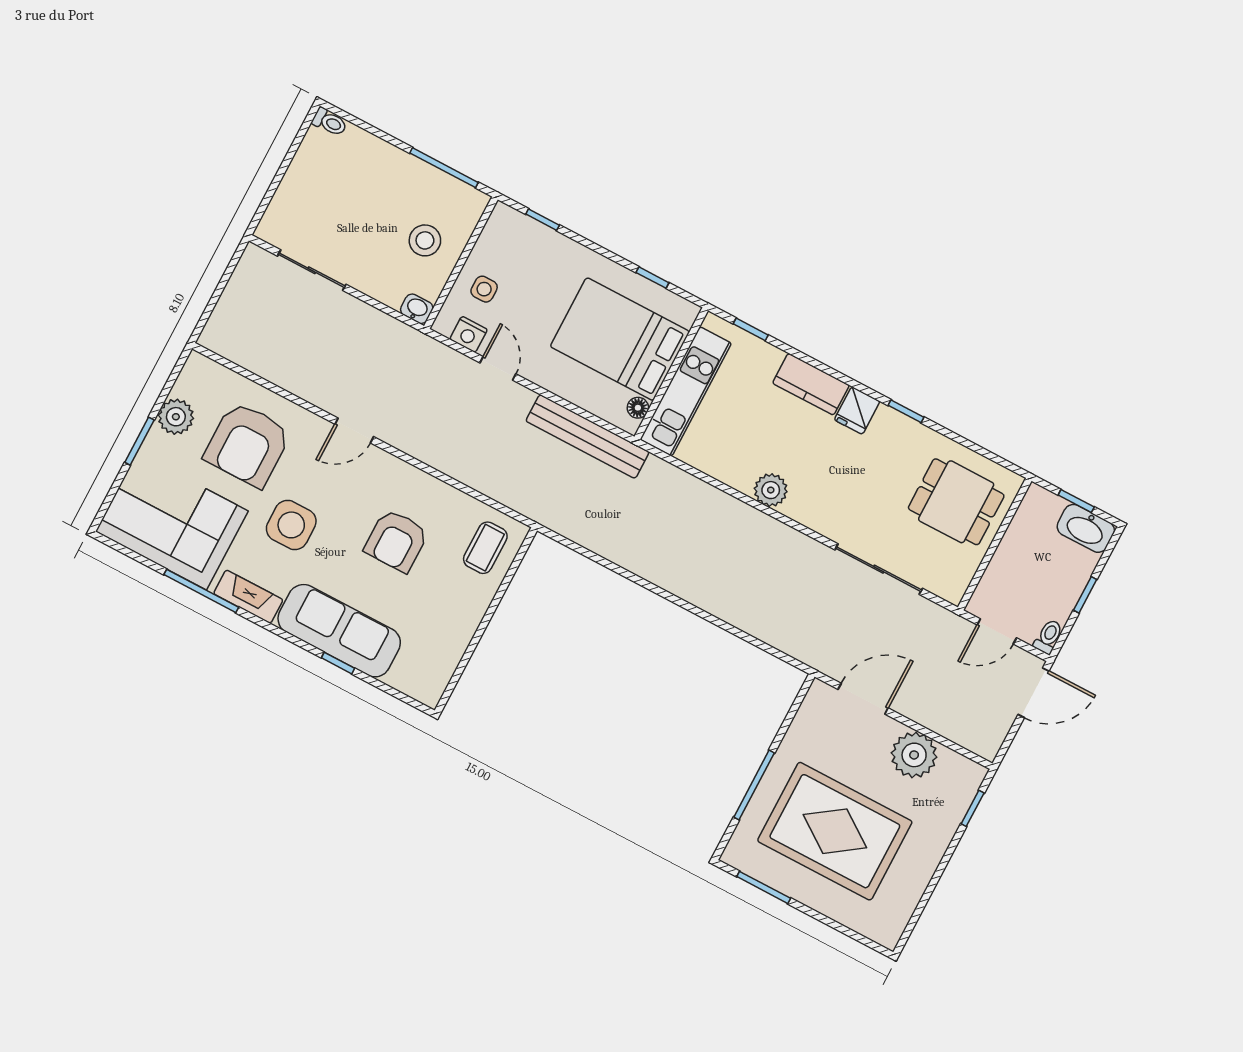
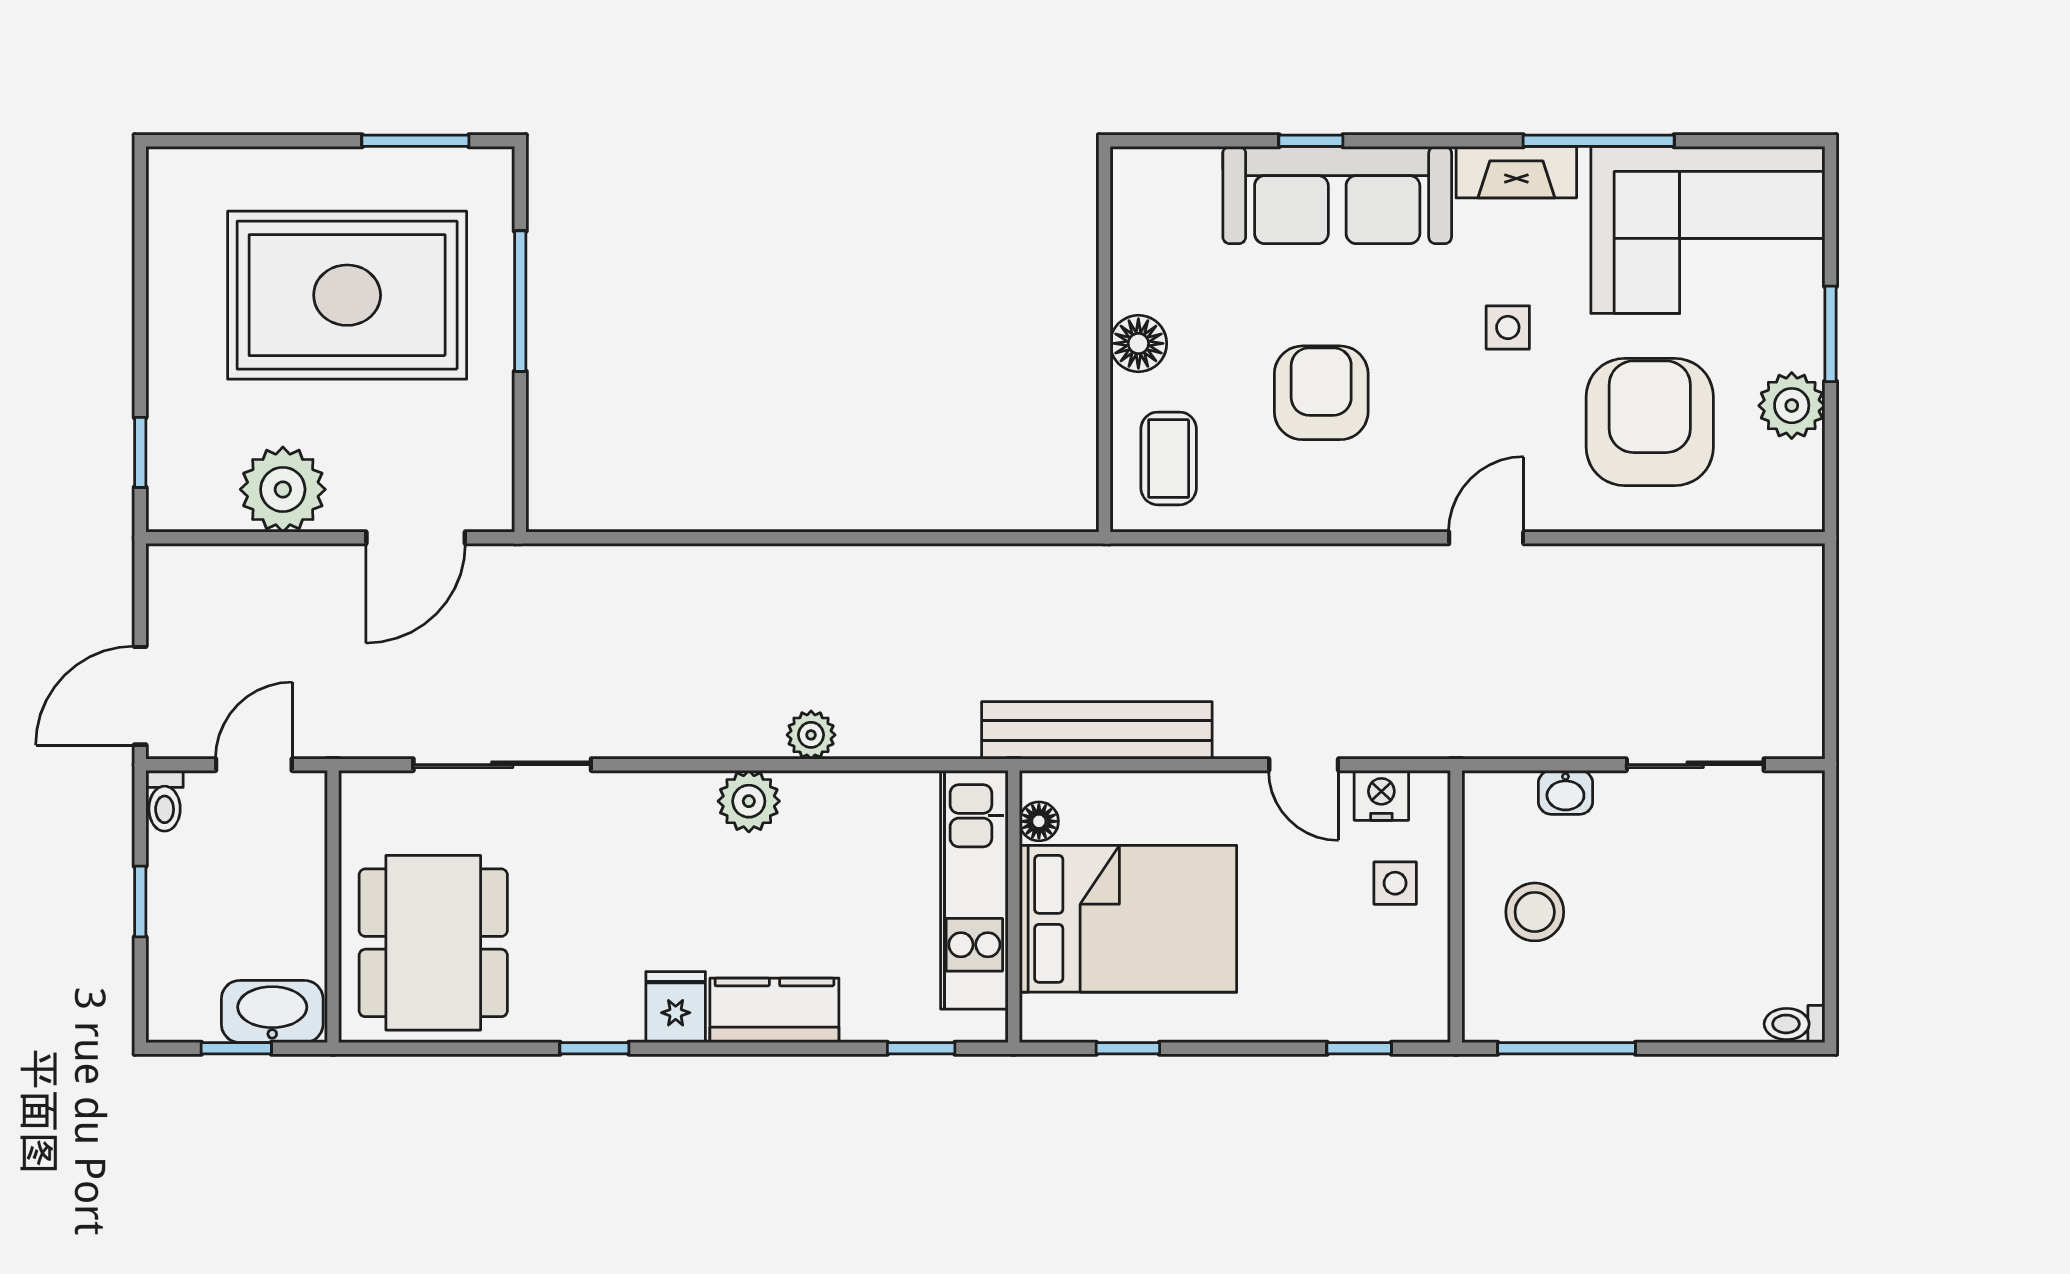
washbasin: (417, 309) -> (1565, 792), moved
dining table: (956, 502) -> (433, 943), width x1.38
plant: (725, 506) -> (811, 735), added
side table: (291, 525) -> (1508, 327), width x0.54, depth x0.54
washbasin: (1086, 528) -> (272, 1012), moved
floor lamp: (471, 610) -> (1138, 343), added

